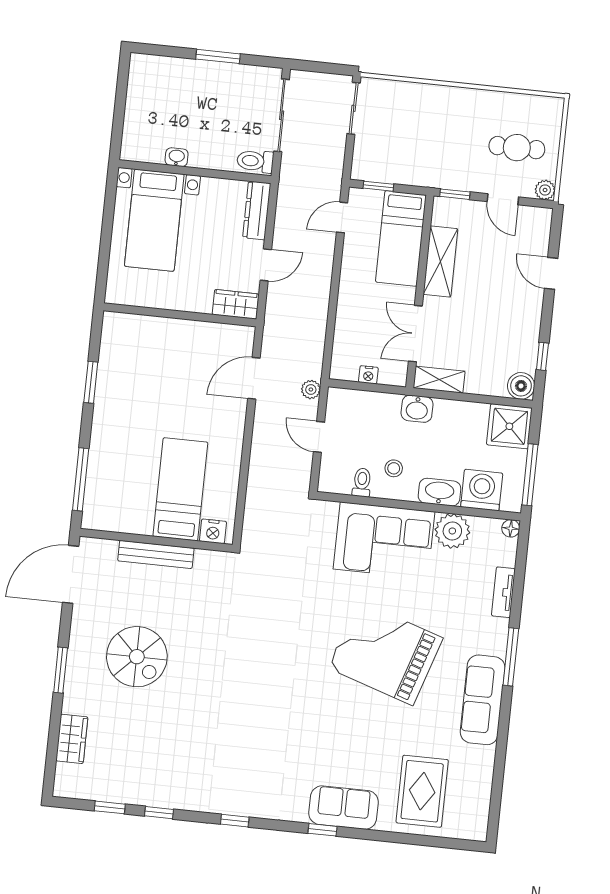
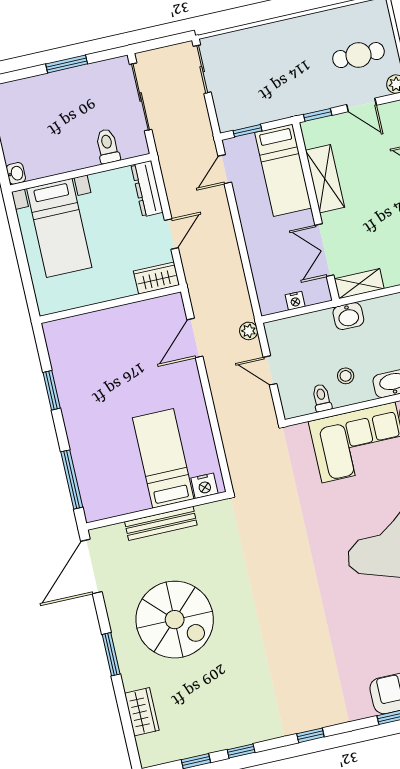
washbasin: (177, 157) -> (16, 173), moved, turned 90
toilet: (255, 161) -> (108, 146), moved, turned 90
spiral stairs: (137, 657) -> (175, 620), width x1.37, depth x1.37

